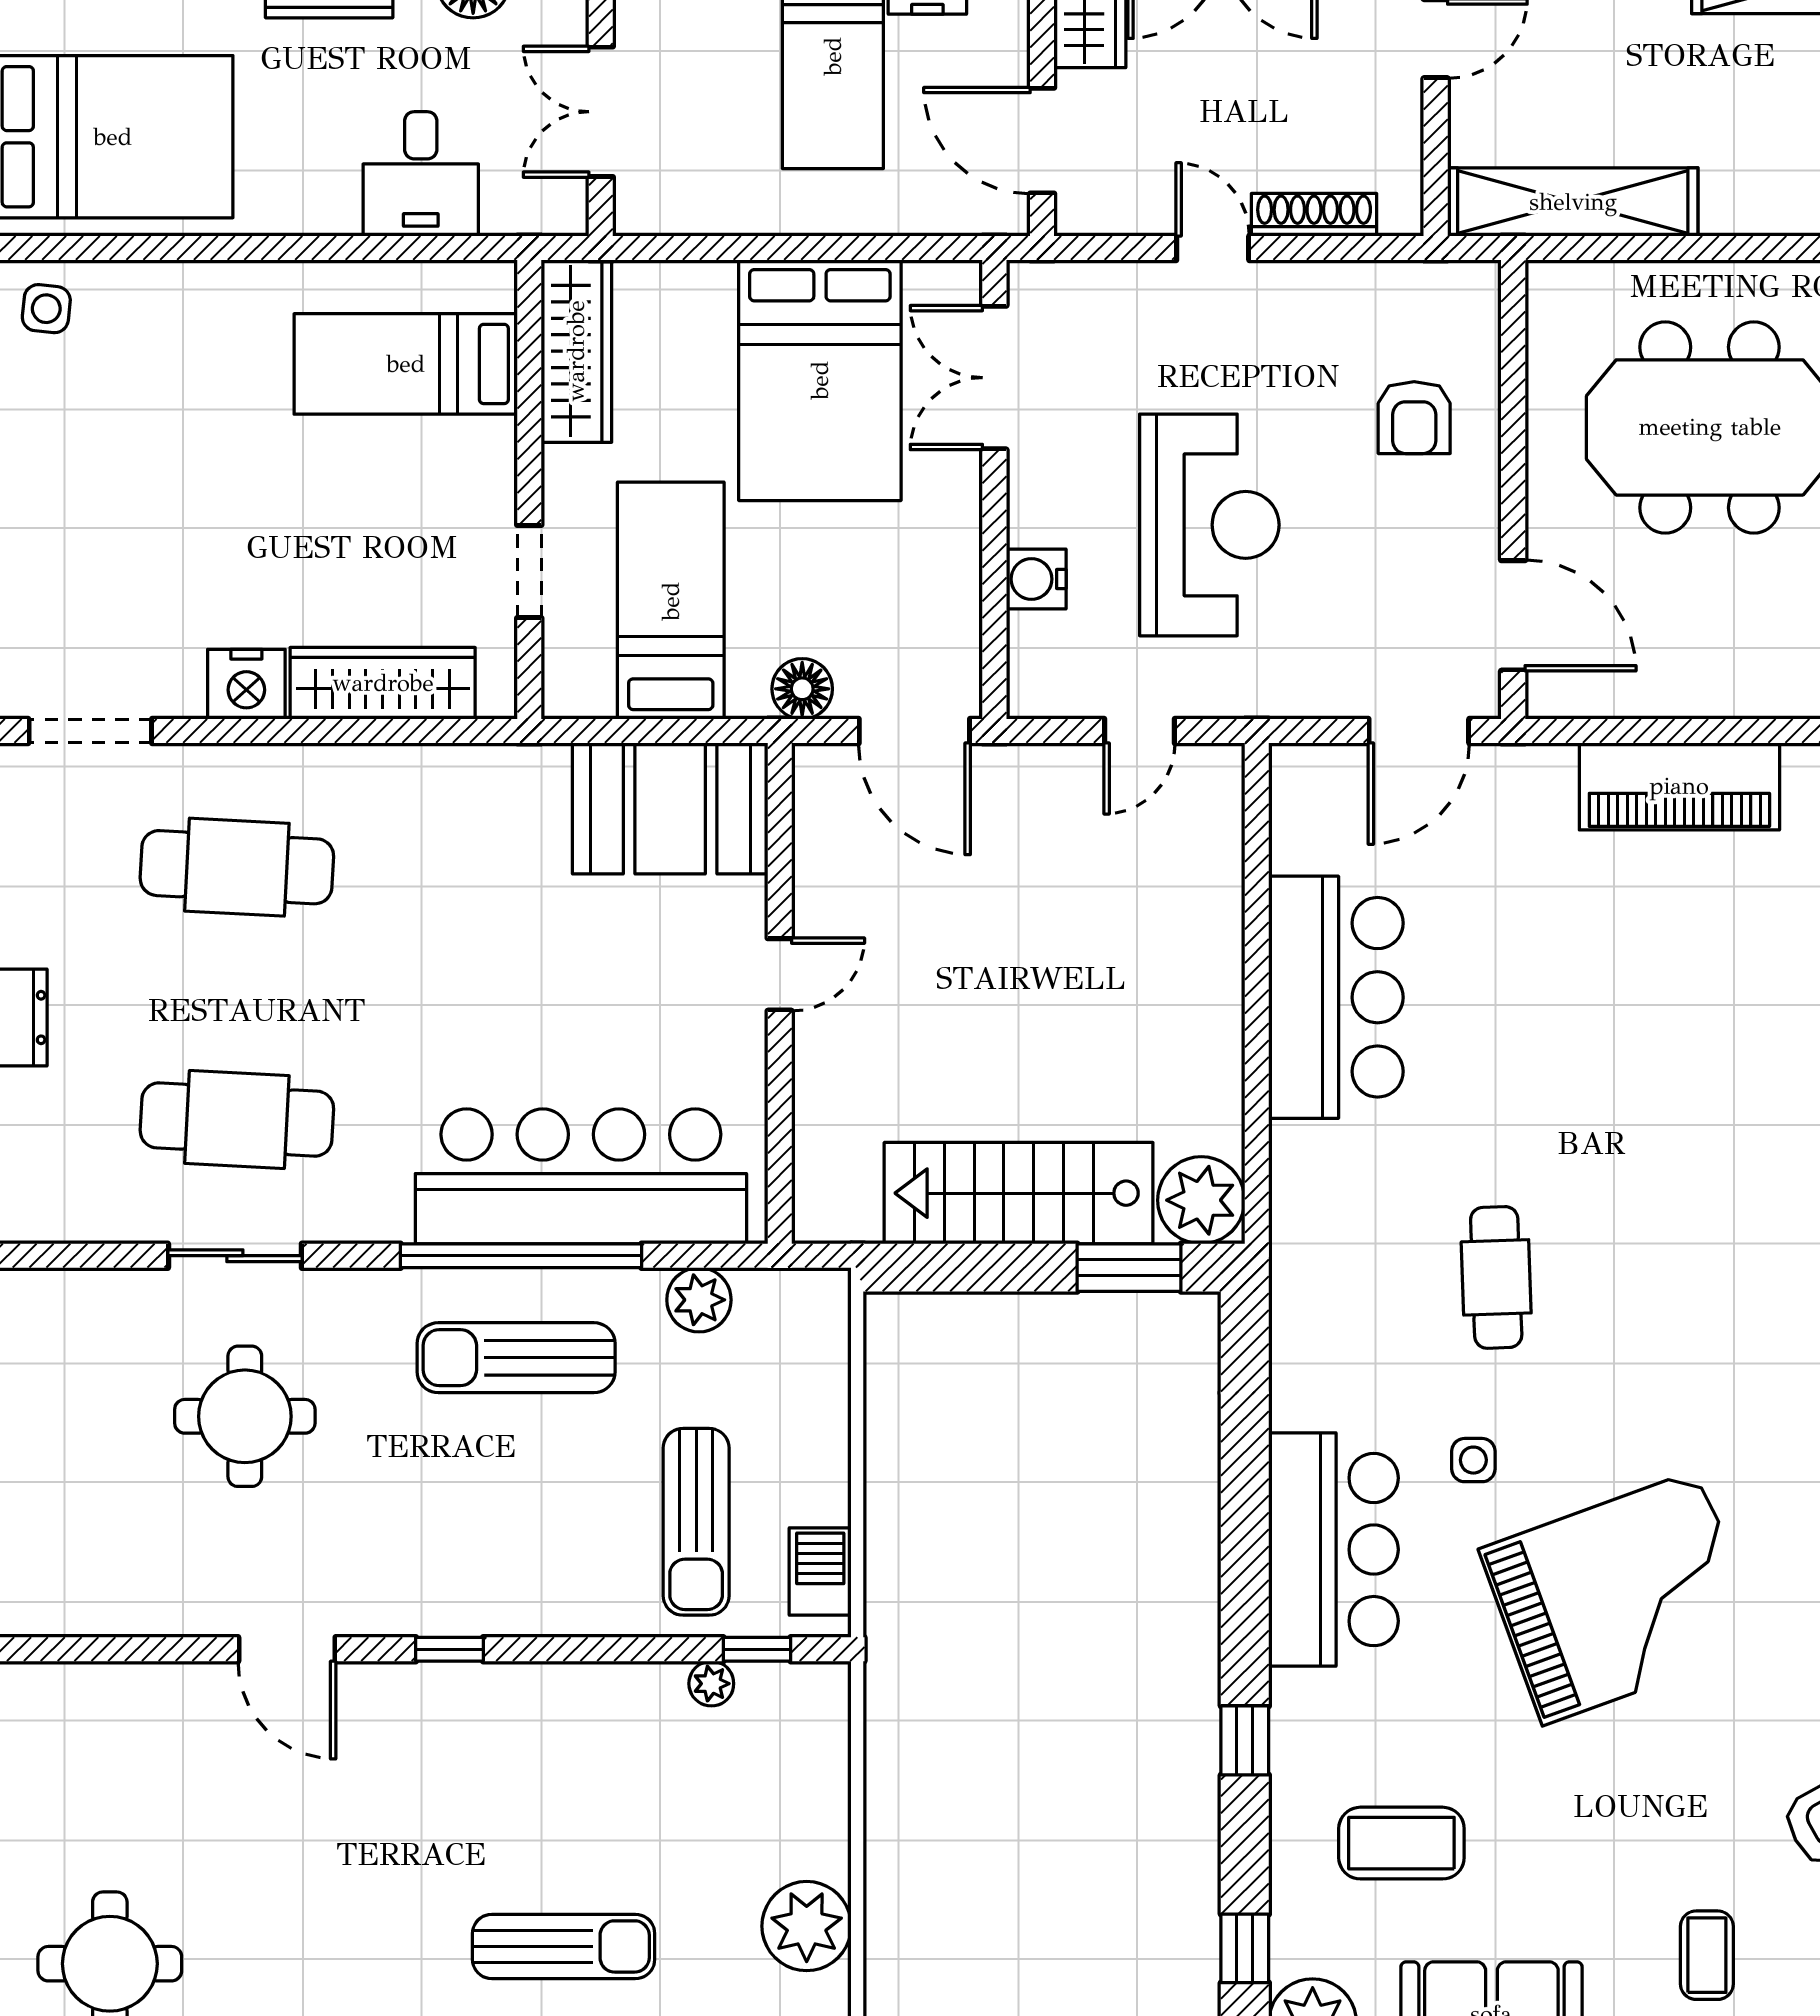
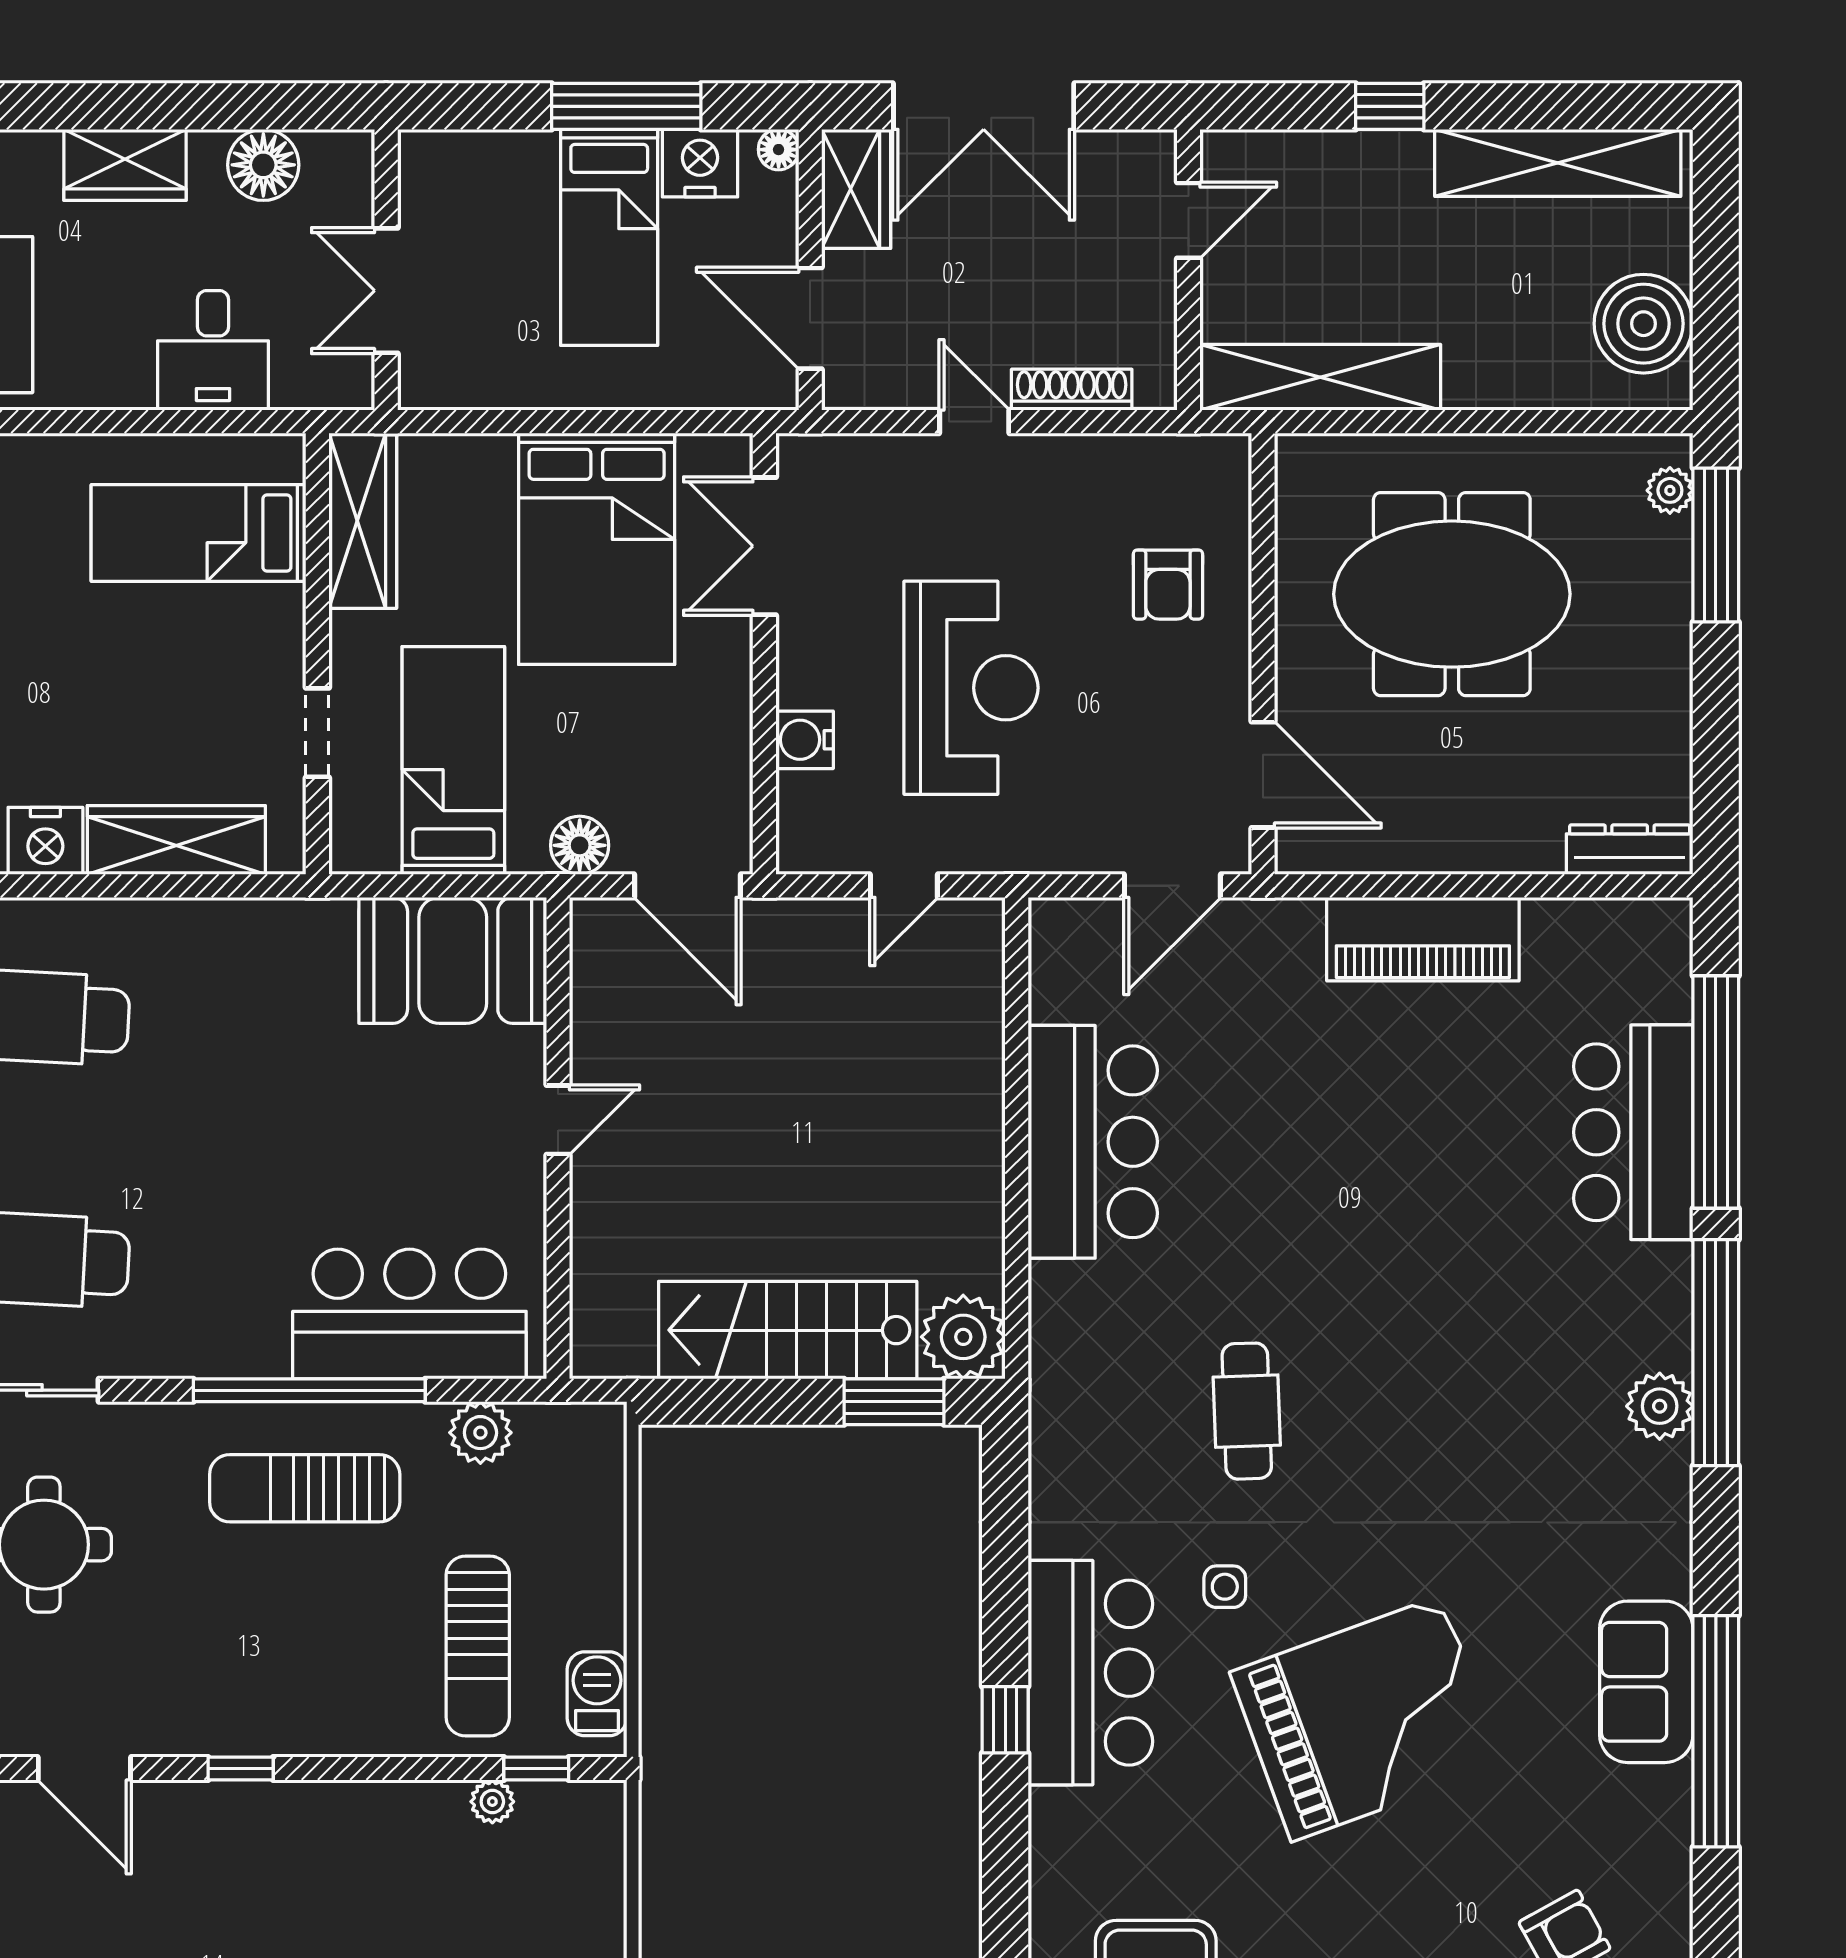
bar counter: (581, 1176) -> (409, 1314), width x0.73
window: (1245, 1740) -> (1005, 1720), moved

